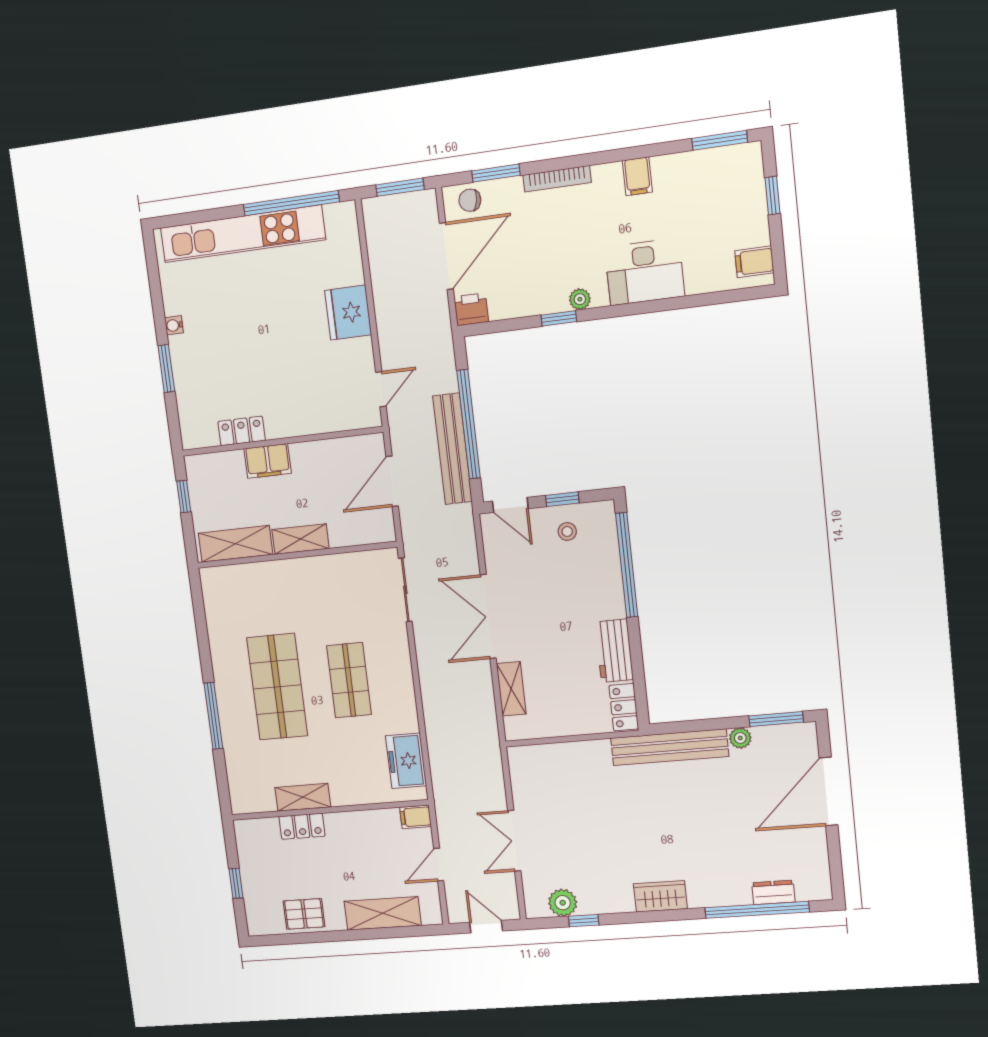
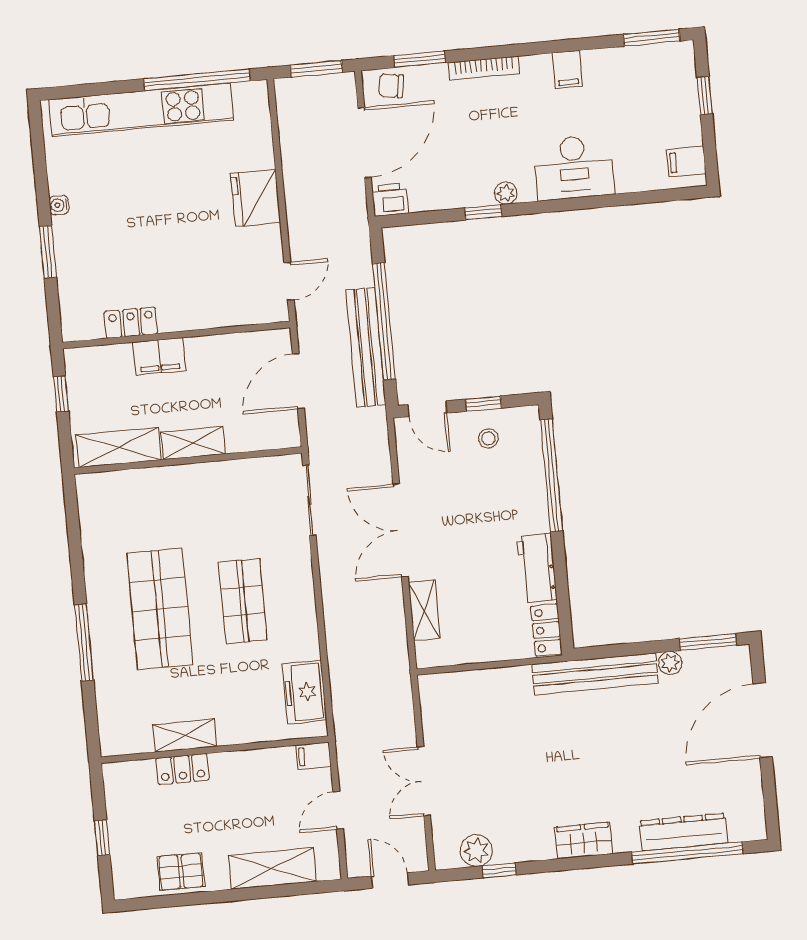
dresser: (773, 892) -> (683, 832), width x1.96, depth x1.24

